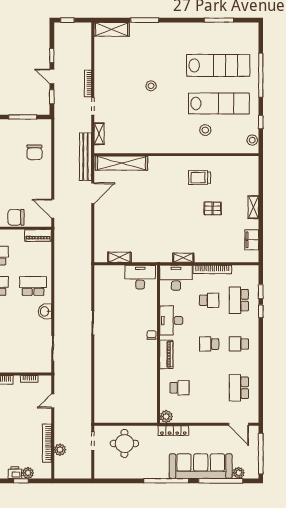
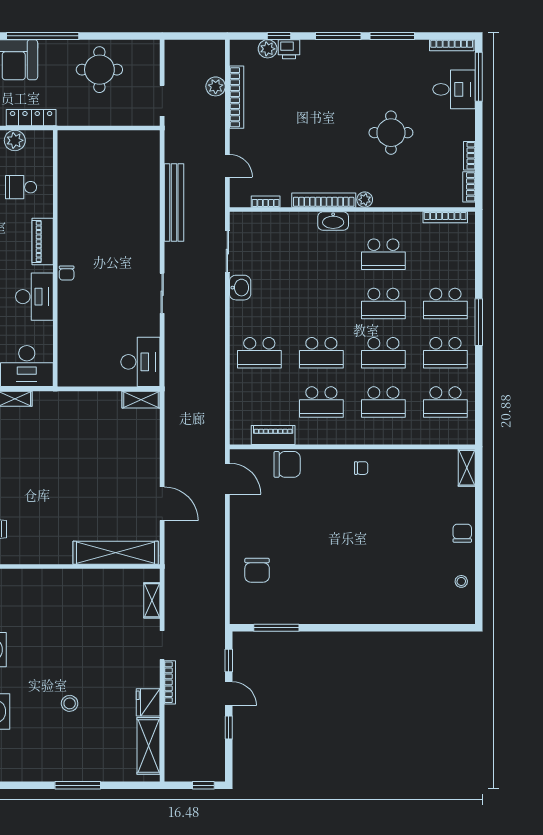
shelving: (112, 29) -> (149, 746), moved, turned 90
fridge: (101, 71) -> (148, 702), added
stool: (151, 86) -> (70, 703), moved
chair: (34, 152) -> (257, 570), turned 180
bench: (85, 157) -> (174, 202), moved
door: (93, 193) -> (162, 504), swing flipped
piano: (38, 235) -> (273, 435), moved
shelving: (119, 257) -> (141, 400), moved
desk: (140, 277) -> (140, 362), moved, turned -90
washbasin: (45, 311) -> (240, 288), moved
door: (53, 401) -> (227, 166), hinge flipped
plant: (166, 416) -> (15, 140), moved
round table: (124, 443) -> (99, 70), moved

